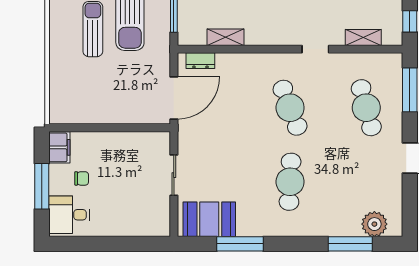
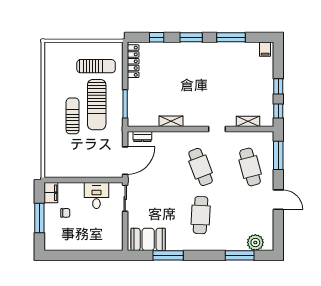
shelving: (226, 37) -> (171, 121), moved
sliding door: (174, 175) -> (125, 198), moved
desk: (69, 215) -> (96, 195), moved, turned 90

